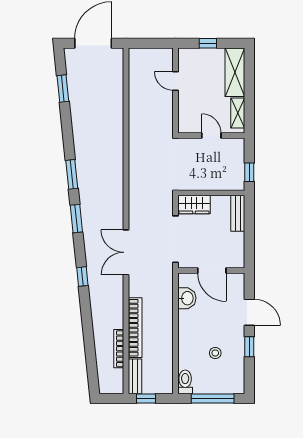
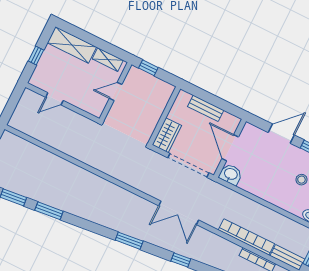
window: (249, 172) -> (148, 68), moved
window: (72, 174) -> (49, 211), moved
bench: (238, 213) -> (206, 108), moved
door: (212, 270) -> (230, 148), swing flipped
washbasin: (187, 298) -> (231, 174), moved

